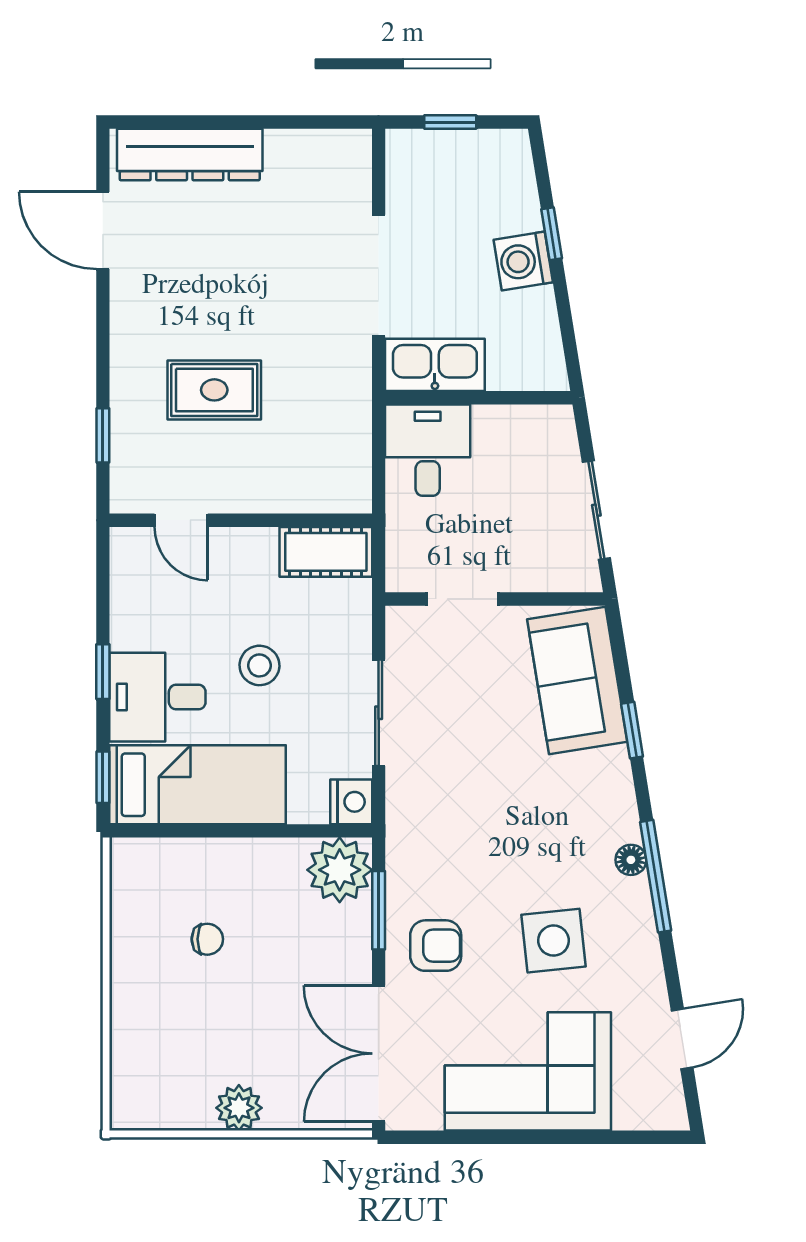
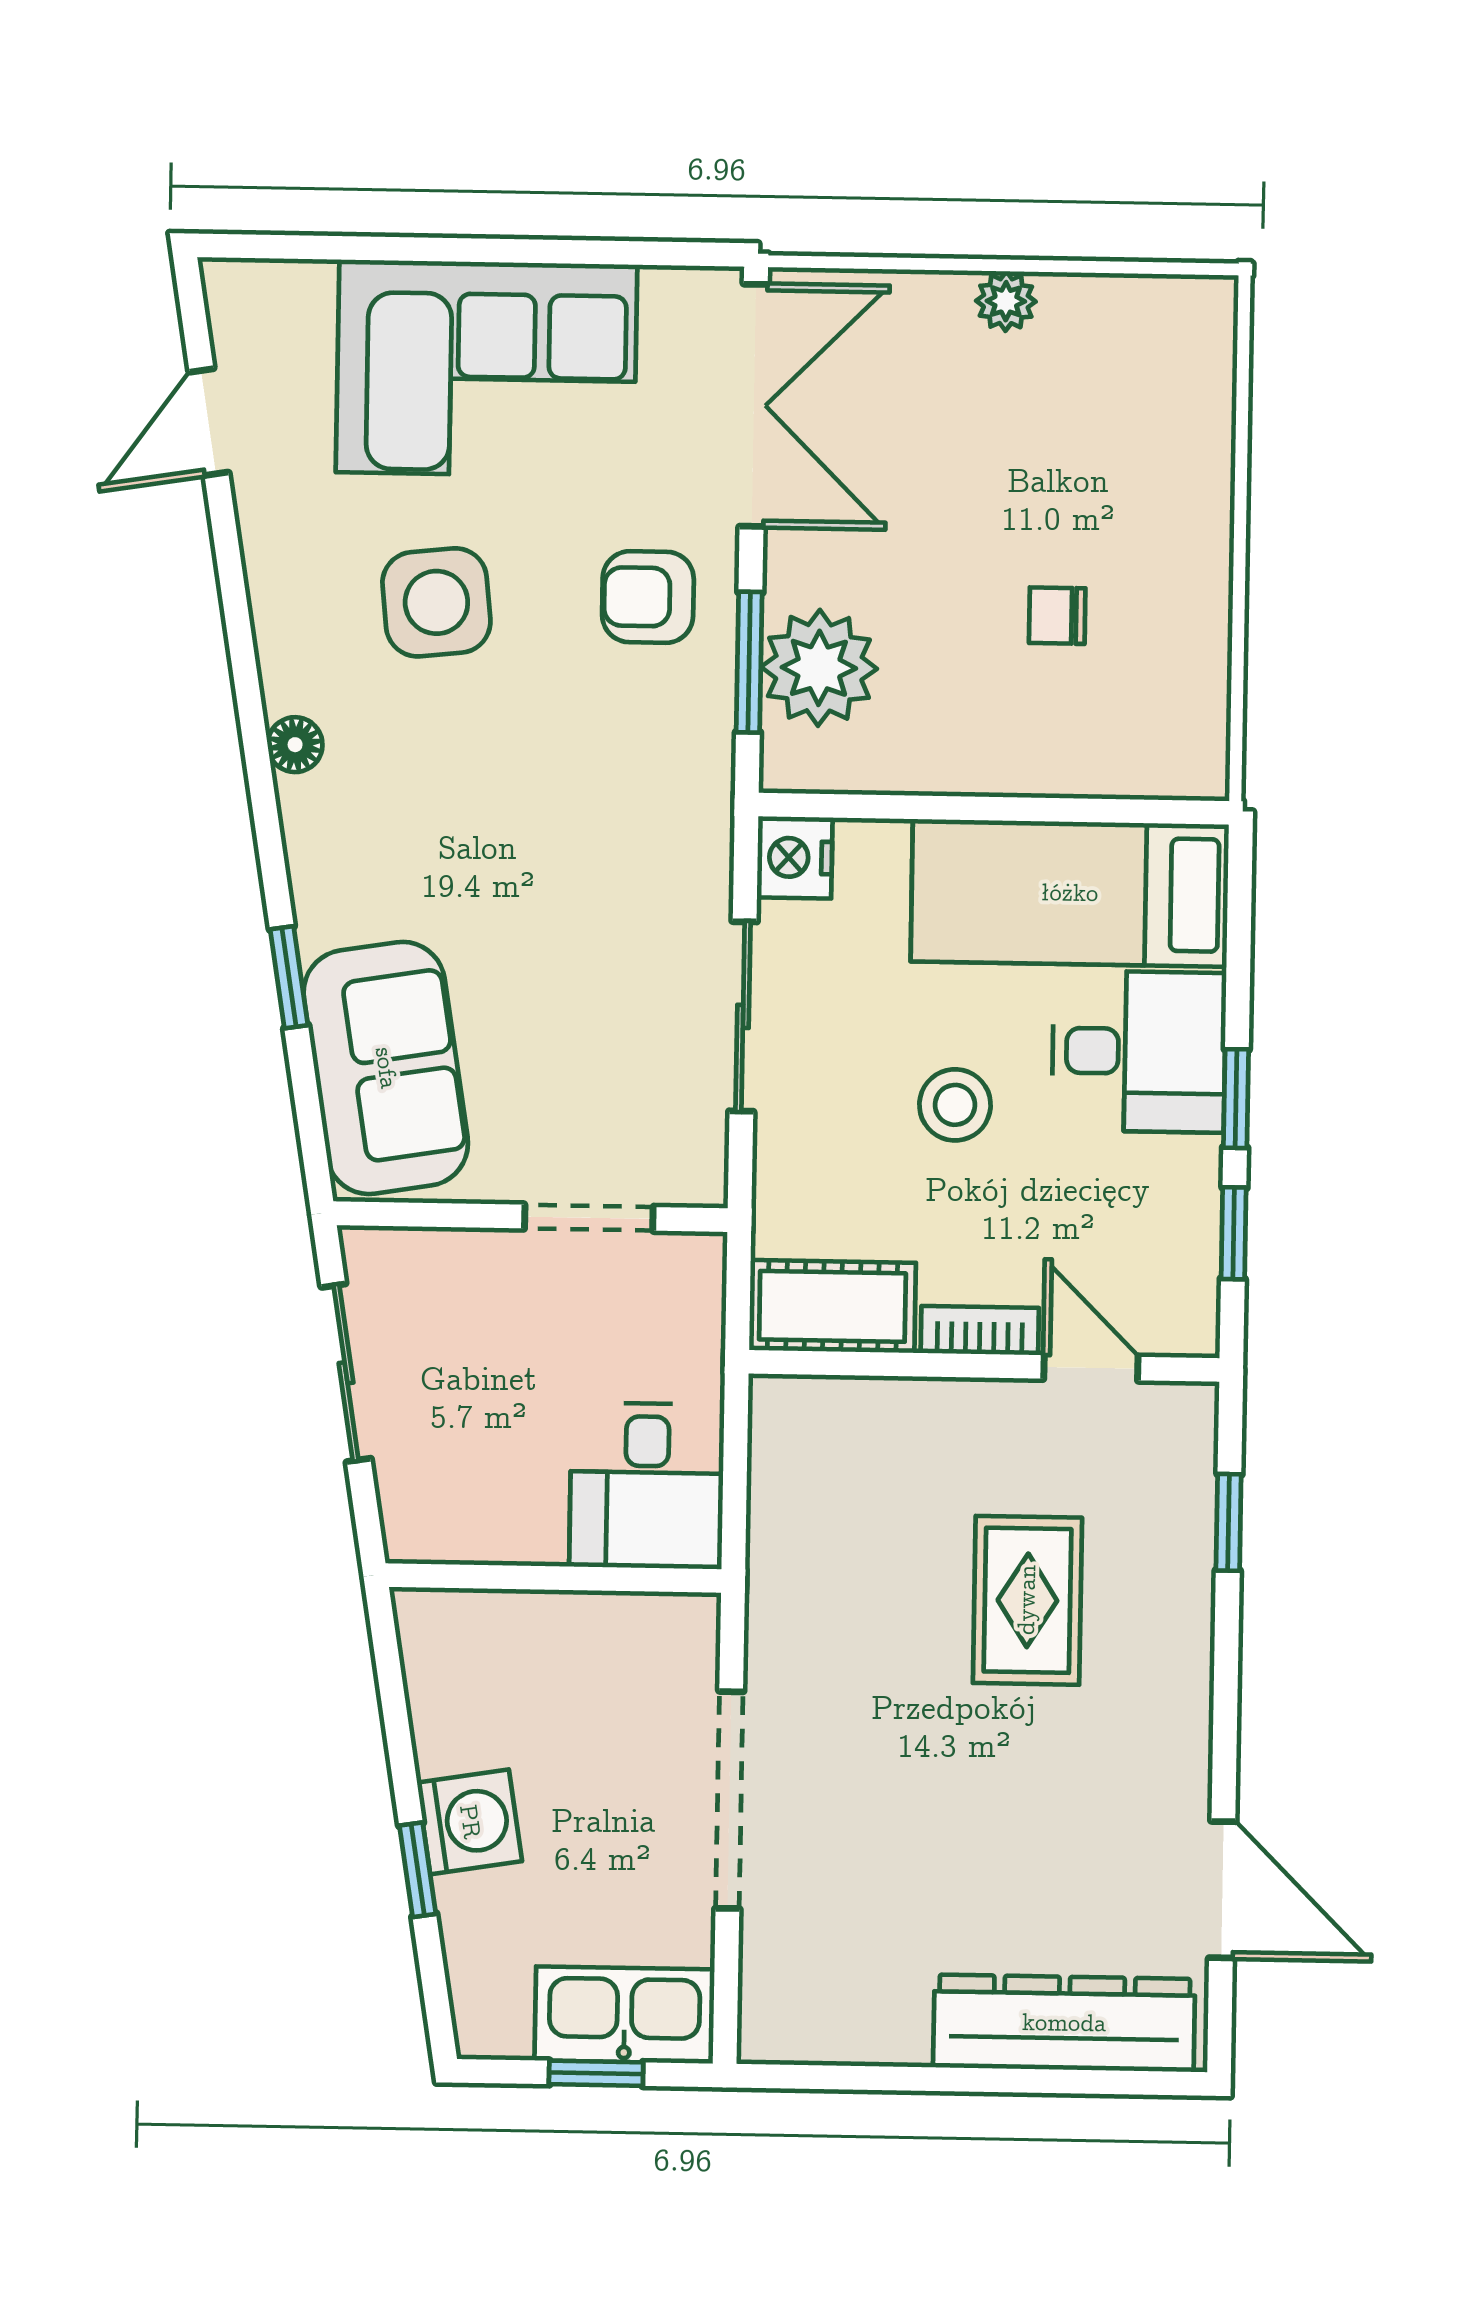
kitchen sink: (435, 365) -> (624, 2015), moved, turned 180
rug: (214, 390) -> (1027, 1600), turned 90
bookcase: (243, 540) -> (980, 1330), added
window: (103, 777) -> (1234, 1233), moved
plant: (340, 870) -> (819, 668), moved
window: (656, 876) -> (251, 715), removed
plant: (239, 1108) -> (1006, 301), width x0.73, depth x0.73

